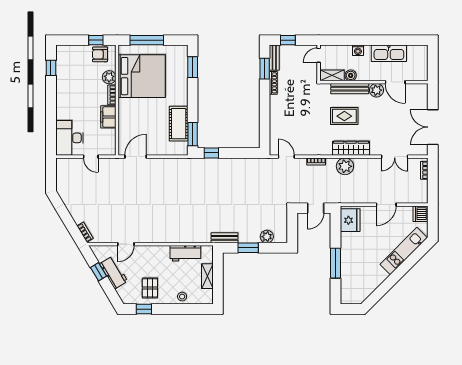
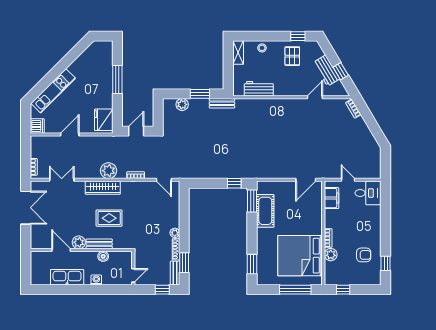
armchair: (100, 54) -> (364, 255), moved
shelving: (332, 75) -> (121, 256), removed
bench: (350, 89) -> (99, 244), width x0.73
plant: (275, 100) -> (175, 233), added
filing cabinet: (108, 117) -> (331, 198), moved
desk: (69, 138) -> (368, 193), width x0.73
shelving: (207, 276) -> (238, 53), moved

